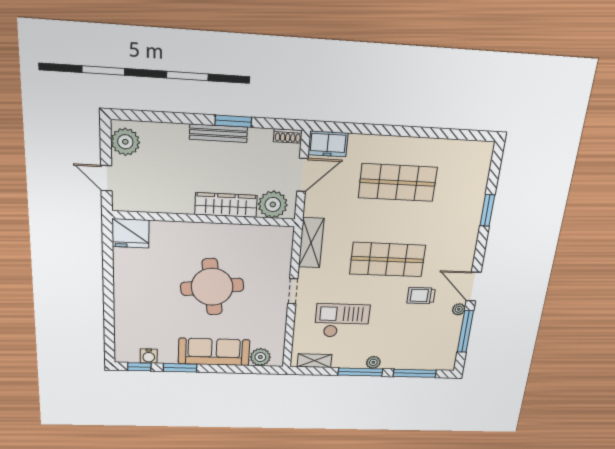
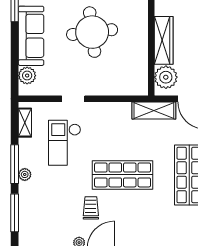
shelving: (311, 243) -> (154, 110), moved
shop shelf: (387, 260) -> (123, 175), turned 90
doorway: (293, 291) -> (73, 99), moved
checkout: (342, 321) -> (65, 143), turned 180

